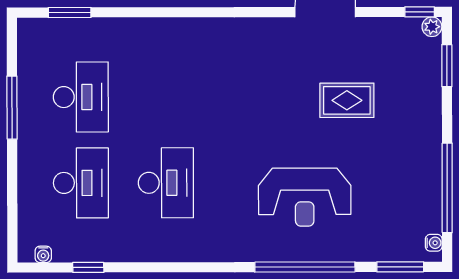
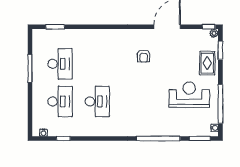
armchair: (272, 79) -> (144, 56), added
rug: (347, 100) -> (207, 63), moved, turned 90
reception desk: (305, 197) -> (189, 95), moved, turned 180

